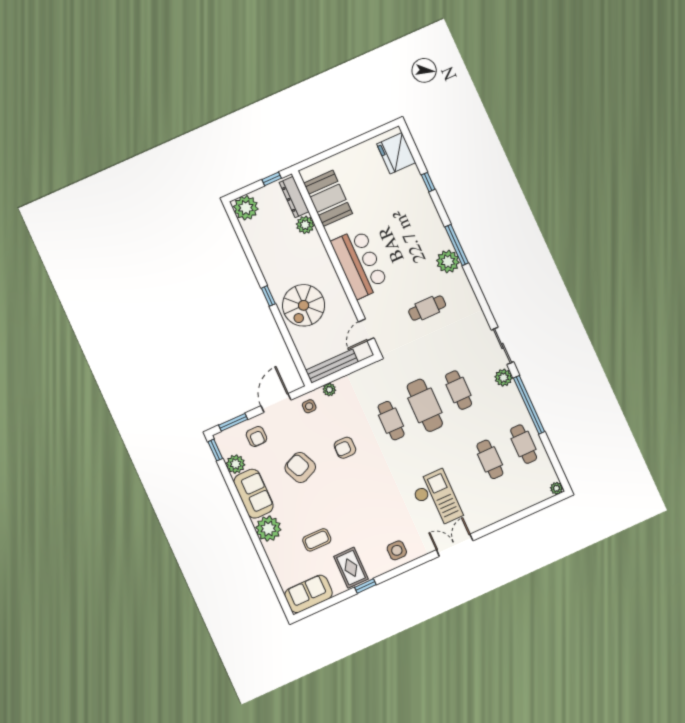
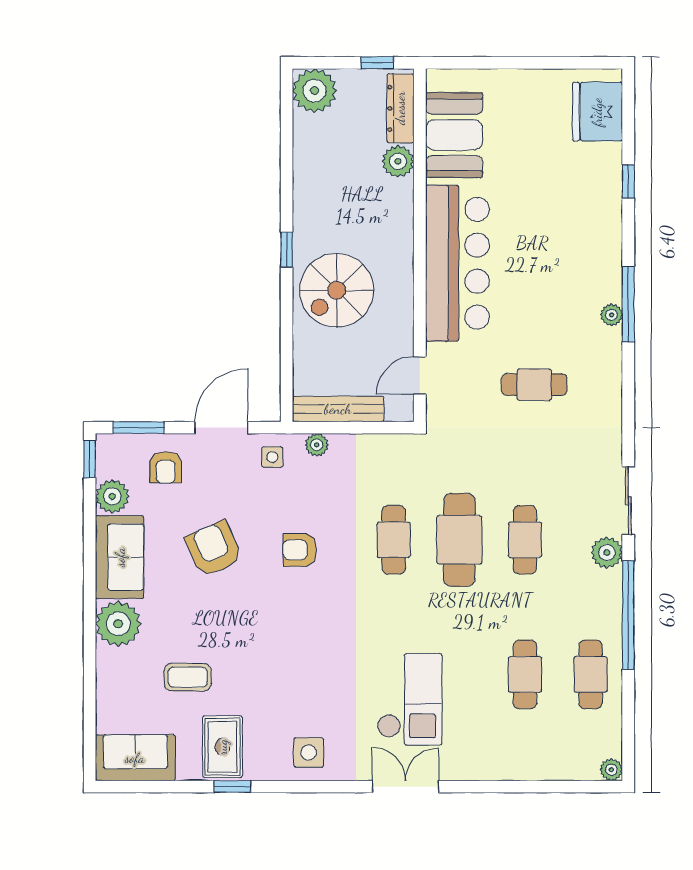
plant: (448, 261) -> (611, 315), width x0.53, depth x0.53
bar counter: (359, 263) -> (457, 263), width x1.36

